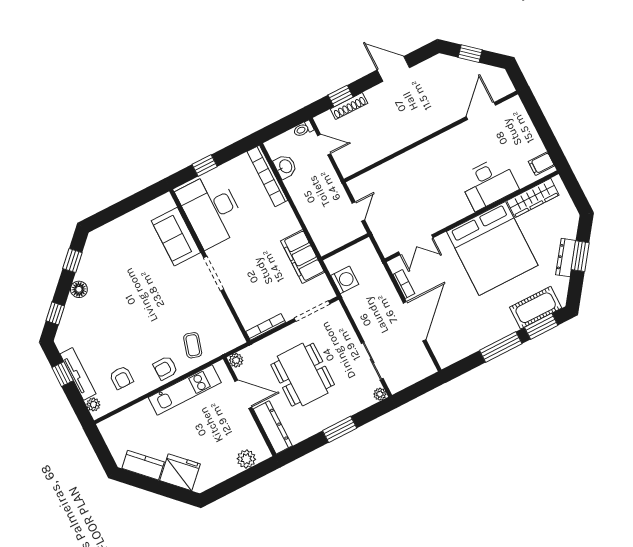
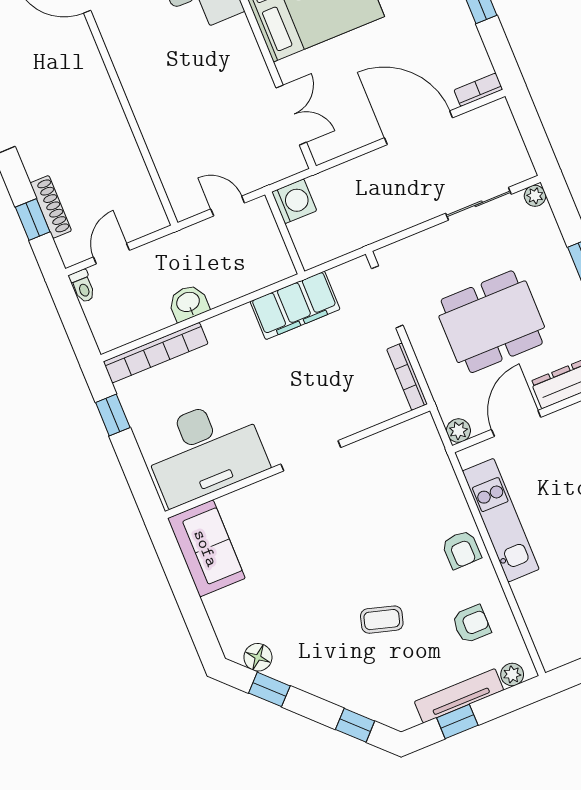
window: (205, 165) -> (113, 415), moved
washbasin: (285, 167) -> (188, 303), moved
sofa: (176, 237) -> (206, 548), moved, turned -90
washing machine: (345, 280) -> (294, 201), moved, turned 90
bookcase: (404, 284) -> (478, 90), moved
floor lamp: (79, 289) -> (258, 657), moved
coffee table: (193, 345) -> (382, 620), moved

